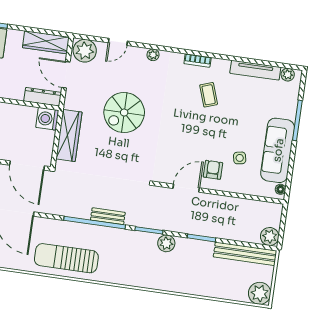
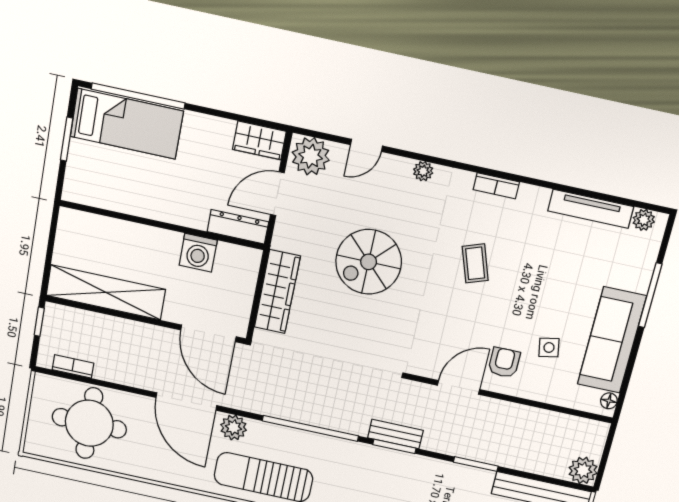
wardrobe: (46, 42) -> (259, 140), width x0.67
door: (66, 75) -> (277, 194), hinge flipped
coffee table: (209, 95) -> (475, 263), moved
washing machine: (47, 119) -> (198, 253), moved, turned -90
bench: (108, 216) -> (395, 434), moved
plant: (166, 243) -> (234, 427), moved

